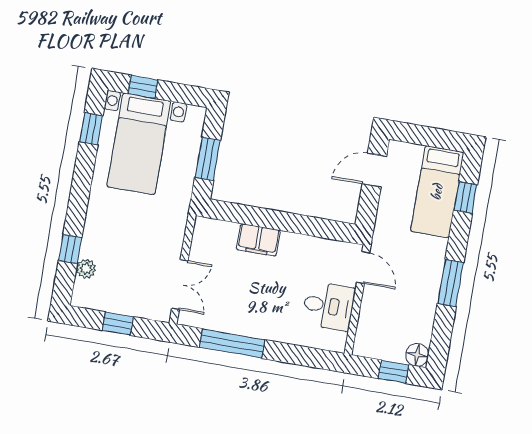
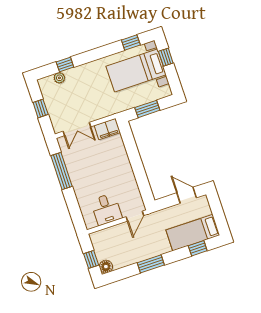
filing cabinet: (258, 240) -> (107, 129), moved, turned -90

